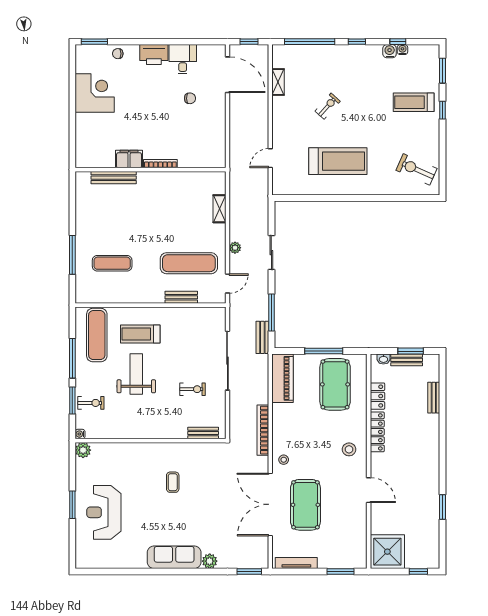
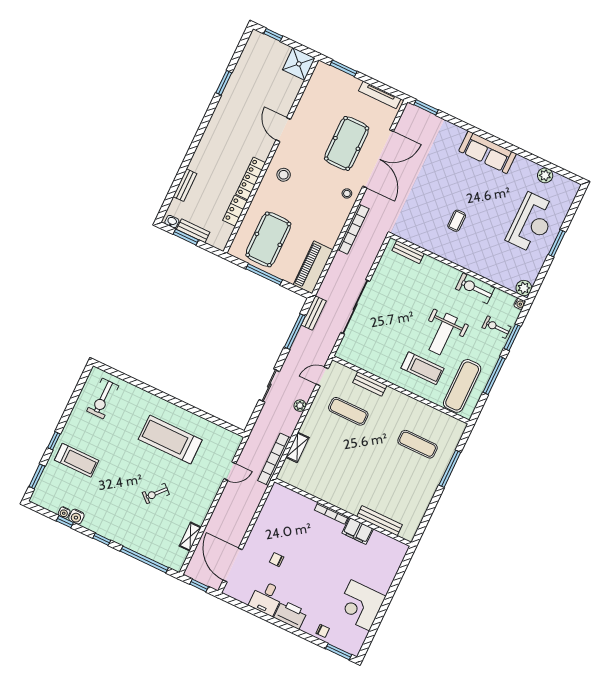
exercise bike: (416, 169) -> (103, 398), turned 66
bookcase: (235, 188) -> (274, 459), added
exercise mat: (189, 263) -> (348, 411), width x0.73, depth x0.69
washbasin: (383, 359) -> (172, 222), moved
exercise bike: (193, 389) -> (475, 288), moved, width x1.38, depth x1.39
shower: (387, 552) -> (299, 64), width x0.73, depth x0.73
plant: (210, 561) -> (545, 175), moved

